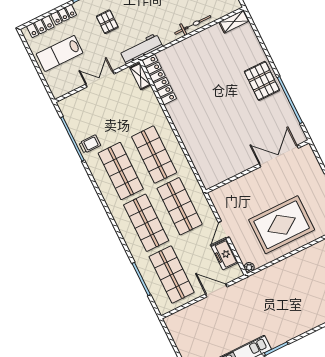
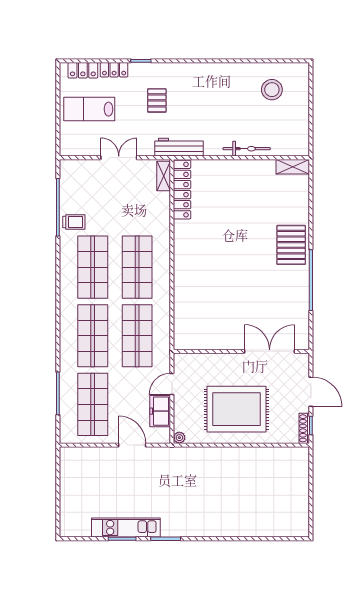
double door: (279, 156) -> (270, 351), moved
wall: (258, 166) -> (241, 351), moved

